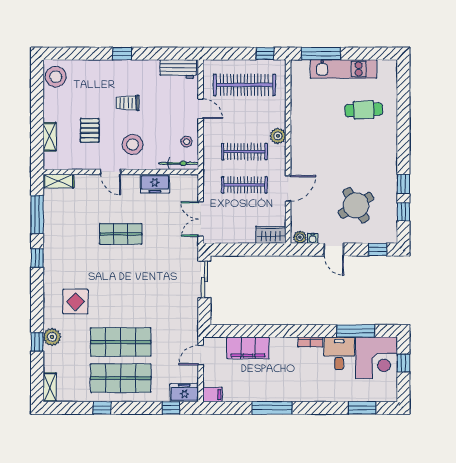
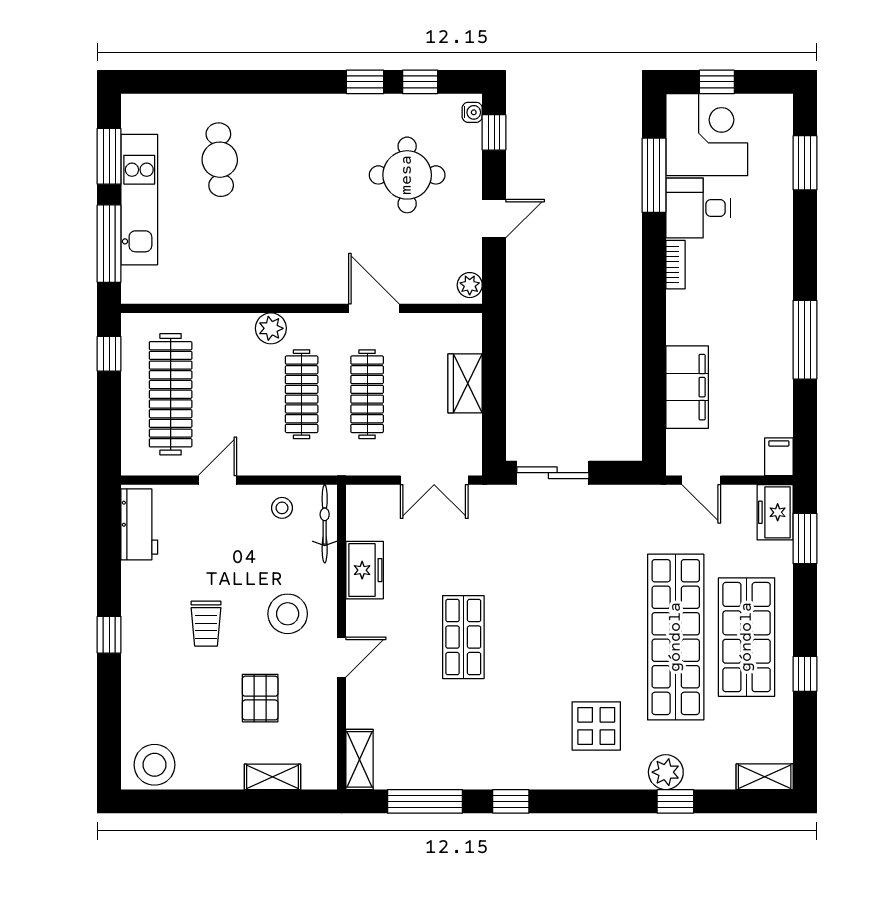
window: (366, 54) -> (109, 156), added
pallet: (90, 130) -> (260, 698), turned 90
round table: (356, 205) -> (407, 175), turned 32
wardrobe: (271, 235) -> (465, 383), moved
water cooler: (313, 238) -> (472, 112), moved
shop shelf: (121, 342) -> (676, 637), width x1.40
window: (171, 408) -> (805, 538), width x1.50

